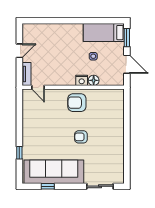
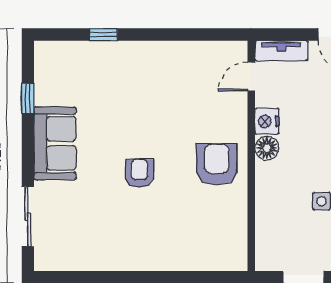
nightstand: (82, 80) -> (267, 121), moved
floor lamp: (94, 80) -> (267, 148), moved
sofa: (54, 172) -> (55, 143), width x0.54, depth x0.79

